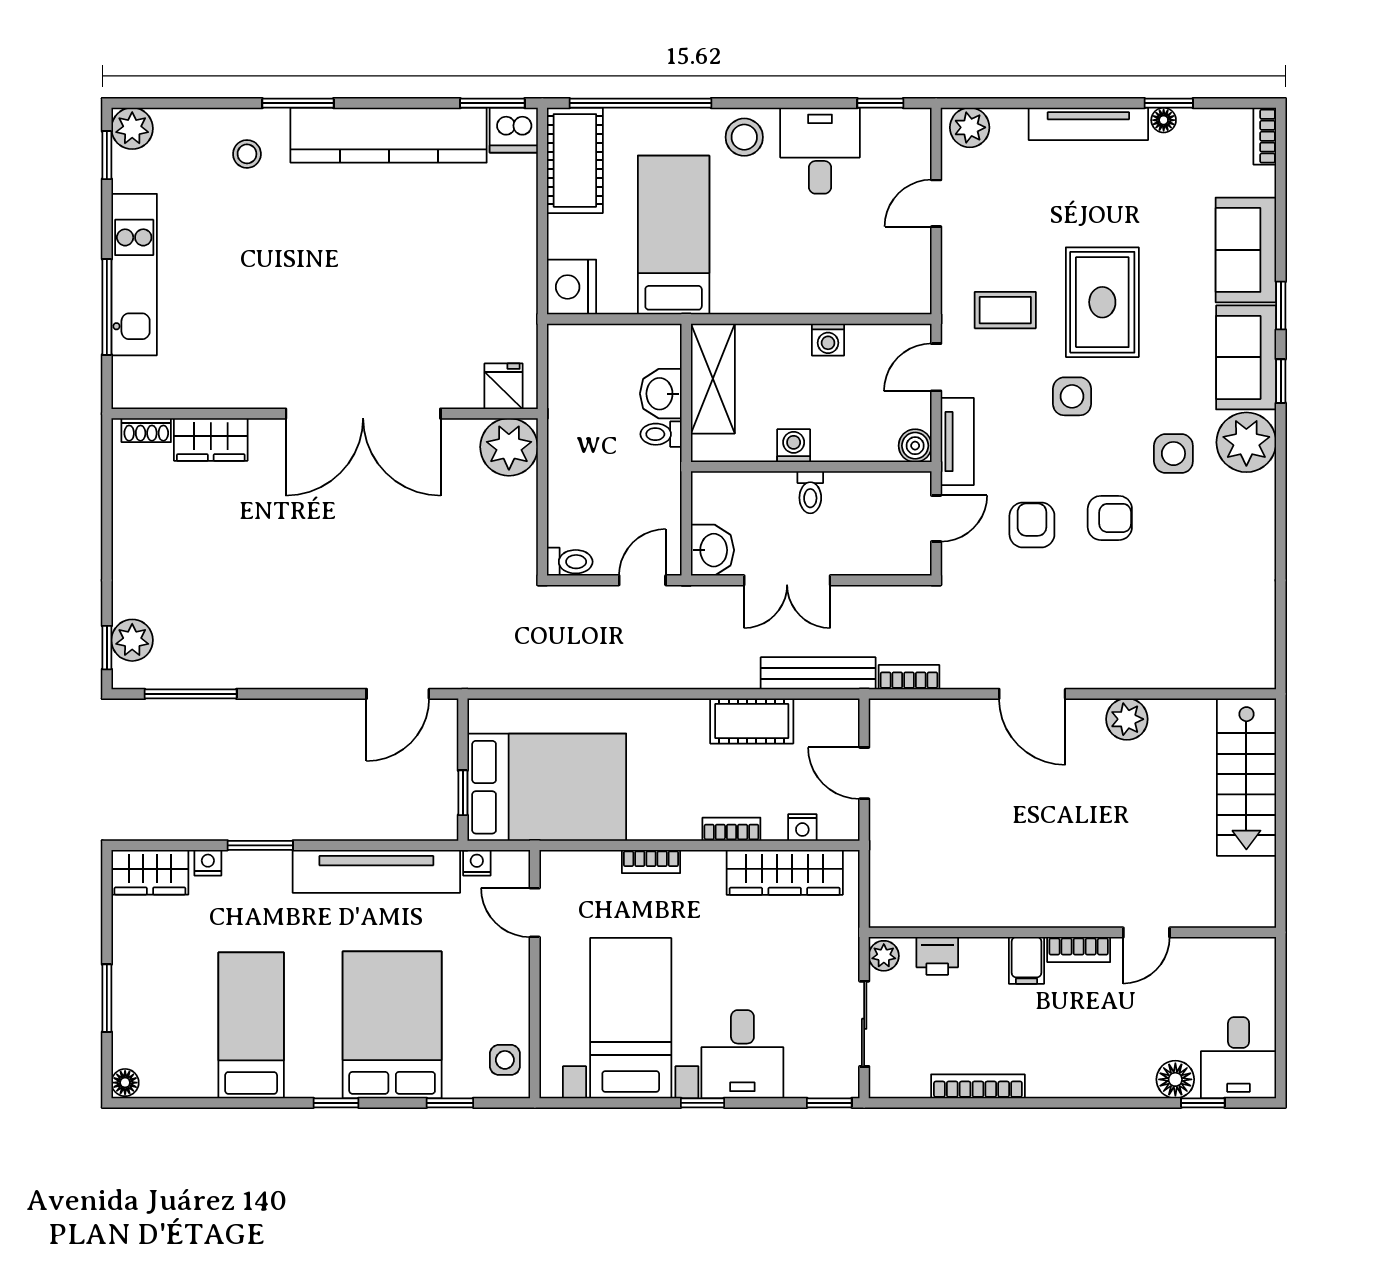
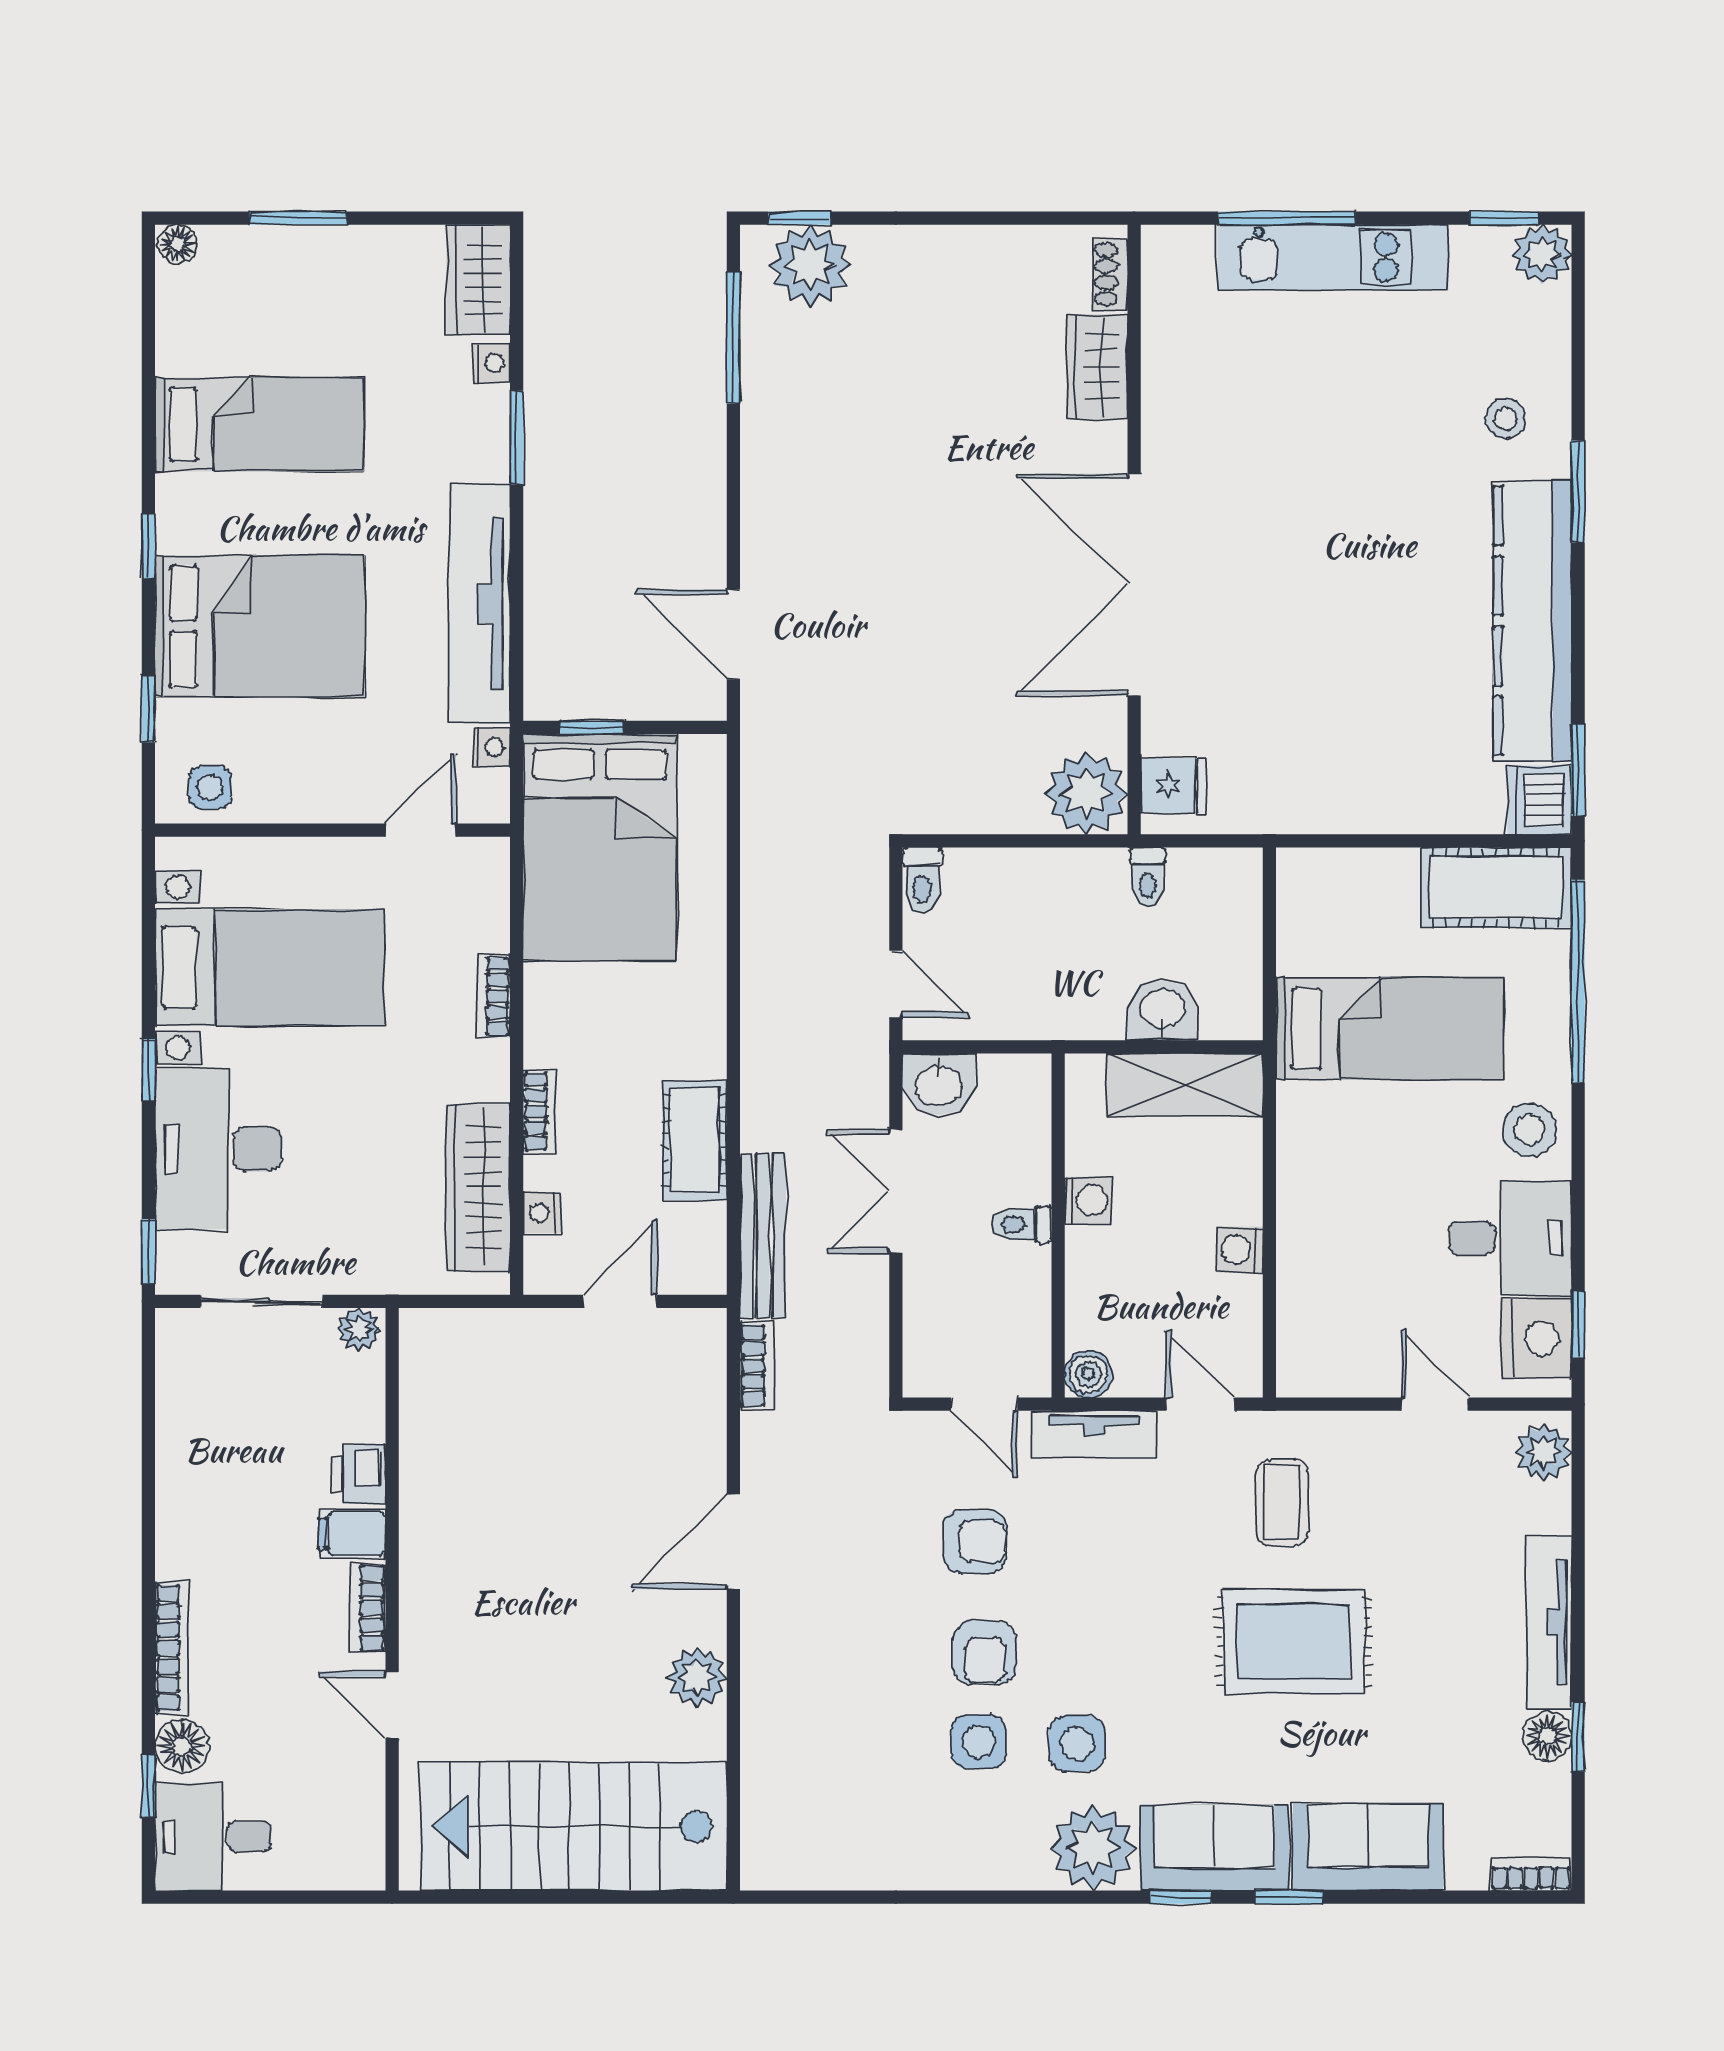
floor lamp: (1164, 120) -> (1547, 1736), width x1.37, depth x1.37
nightstand: (572, 287) -> (1536, 1339), moved, turned 90
side table: (1072, 396) -> (979, 1742), moved
toilet: (661, 434) -> (1148, 877), moved, turned 180
plant: (132, 640) -> (810, 265), width x1.36, depth x1.36
stairs: (1246, 777) -> (573, 1827), width x1.36, depth x1.51
printer: (937, 956) -> (359, 1474), moved
desk: (742, 1054) -> (218, 1149), width x1.37
bookcase: (978, 1086) -> (172, 1648), moved

